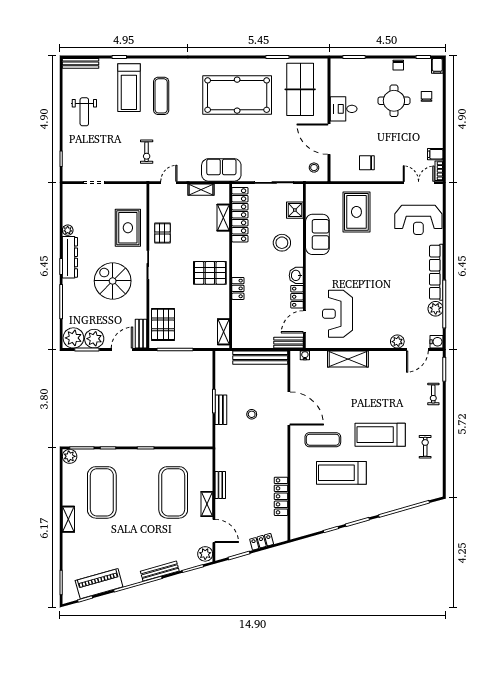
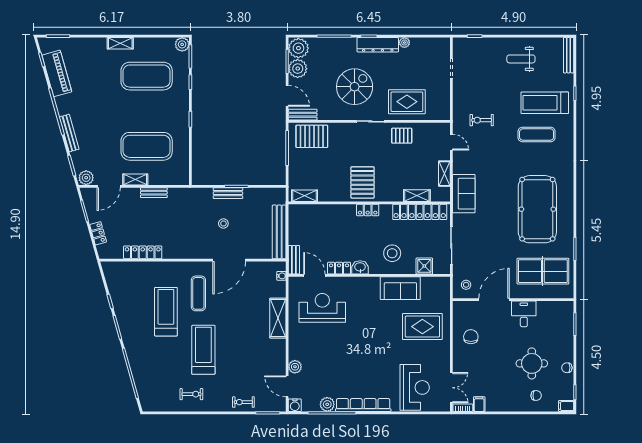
reception desk: (418, 220) -> (415, 387), turned 180
locker: (238, 288) -> (368, 210), moved

